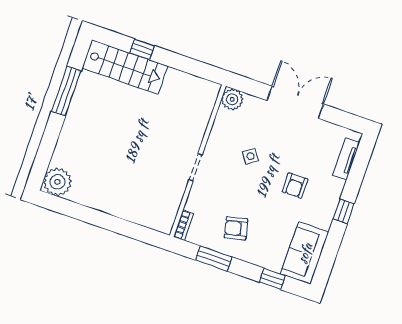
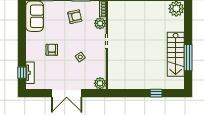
stairs: (125, 67) -> (176, 54), moved, turned -90
plant: (197, 202) -> (100, 23), added
window: (344, 211) -> (22, 73), moved

